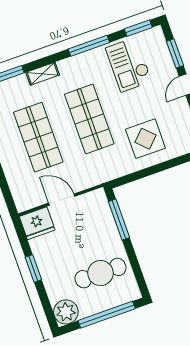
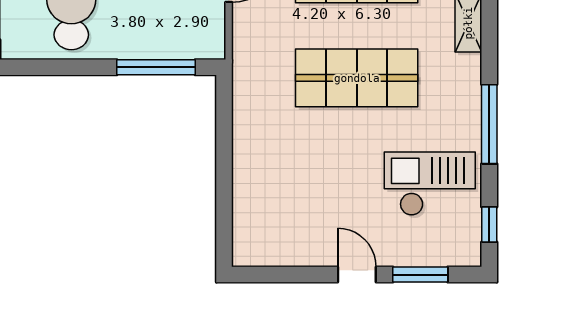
window: (138, 28) -> (489, 225), width x0.67
display table: (145, 139) -> (285, 167), removed

